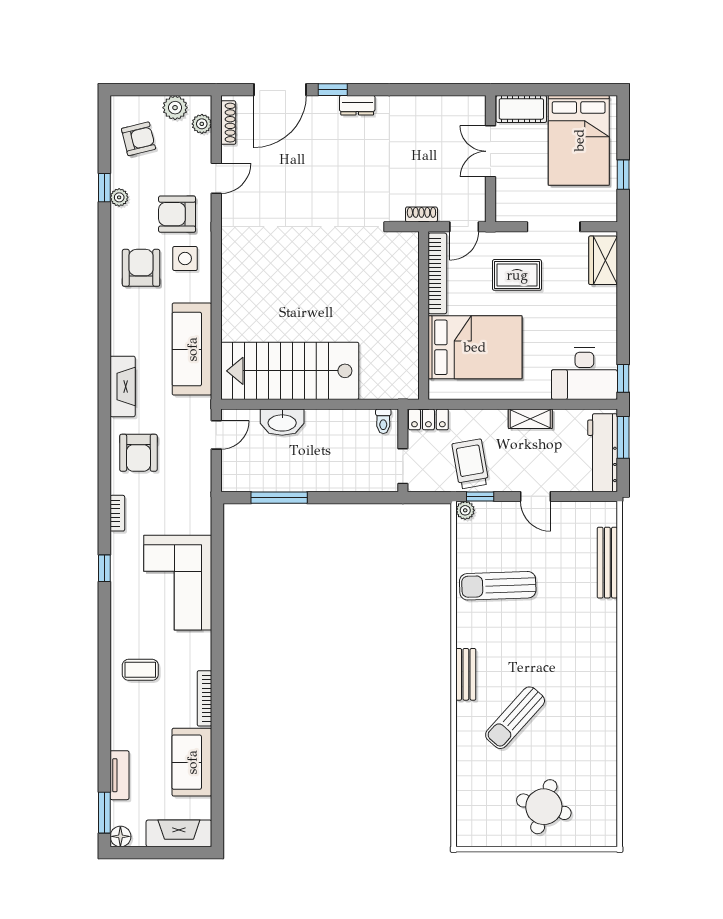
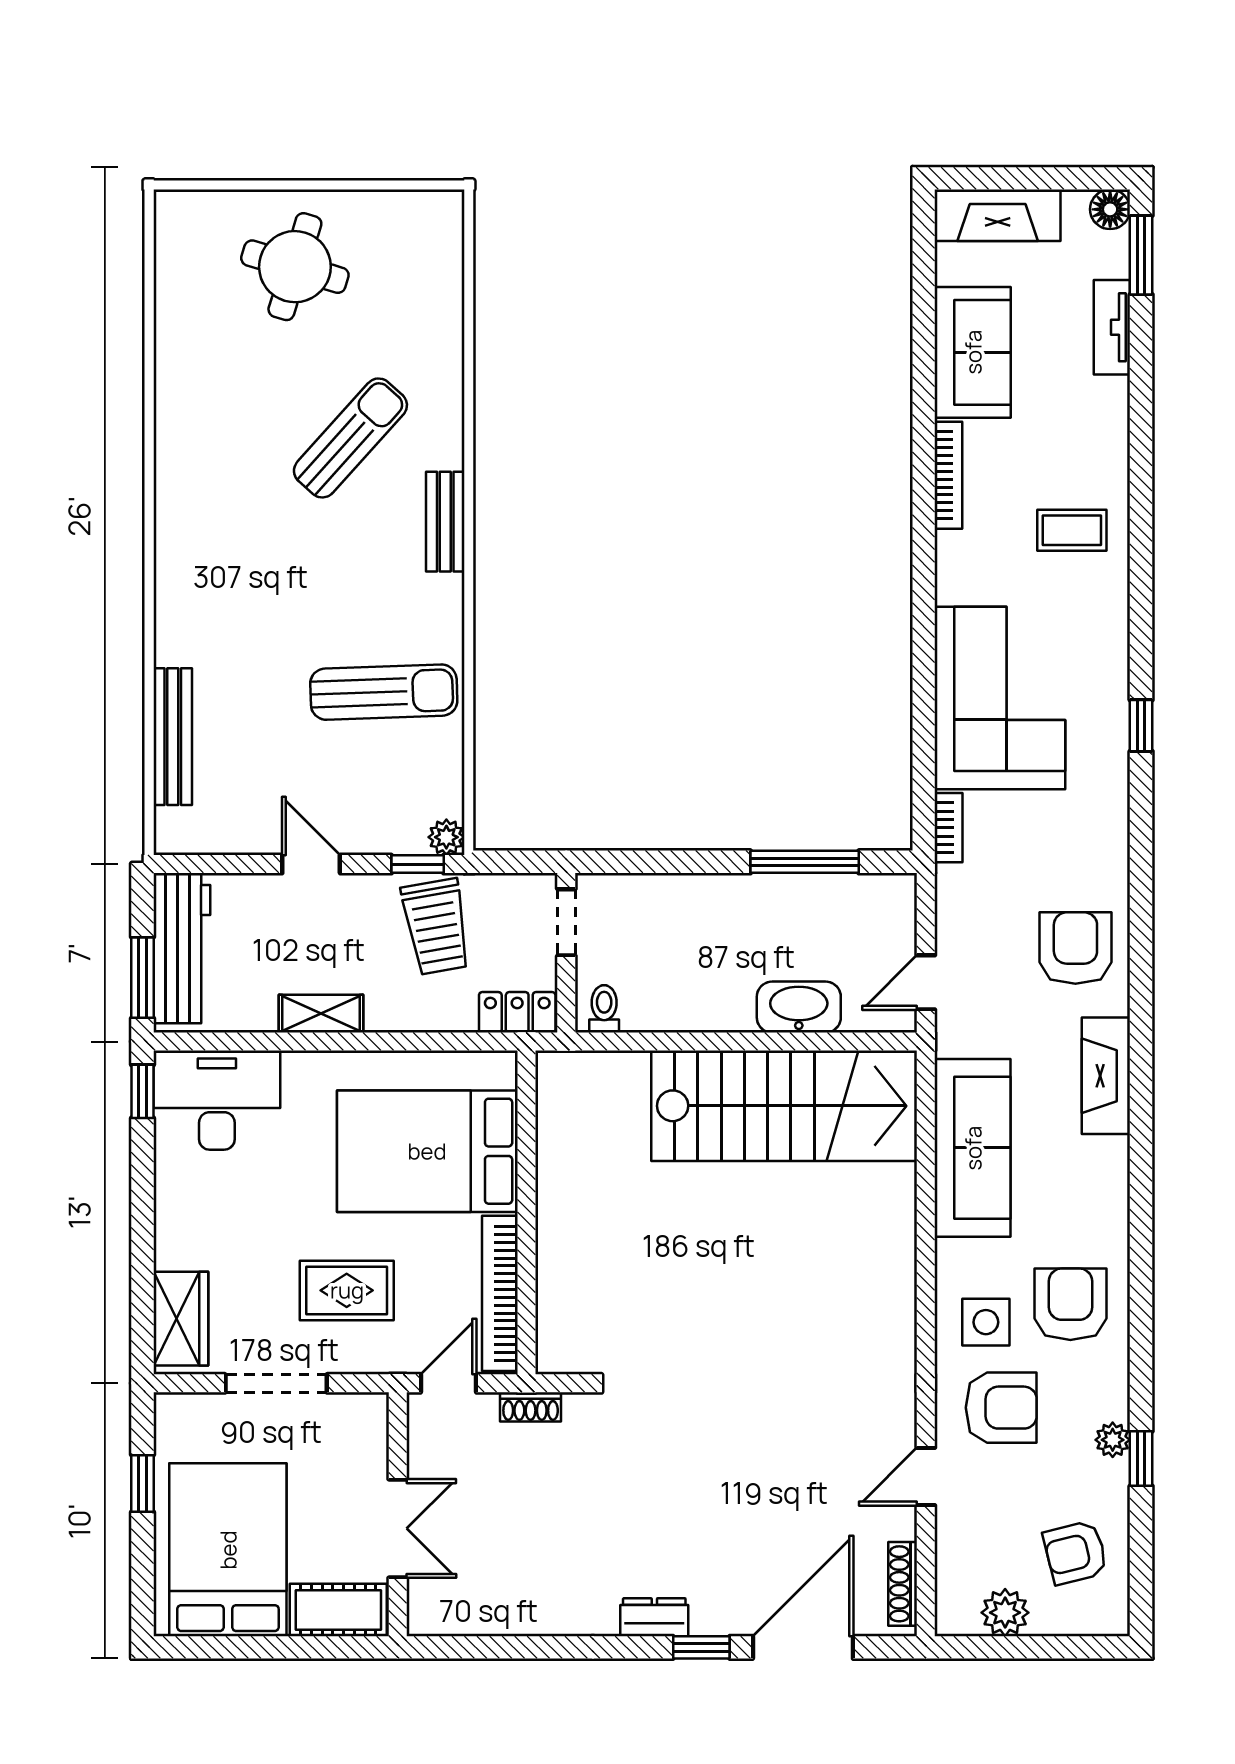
plant: (202, 124) -> (954, 1581), removed
armchair: (141, 268) -> (1070, 1304), turned 180
bookcase: (117, 513) -> (949, 828), moved, turned 180

